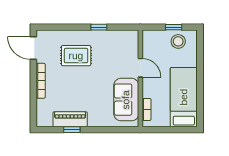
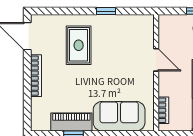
rug: (76, 56) -> (79, 45), turned 90
sofa: (126, 100) -> (119, 116), moved, turned 90

